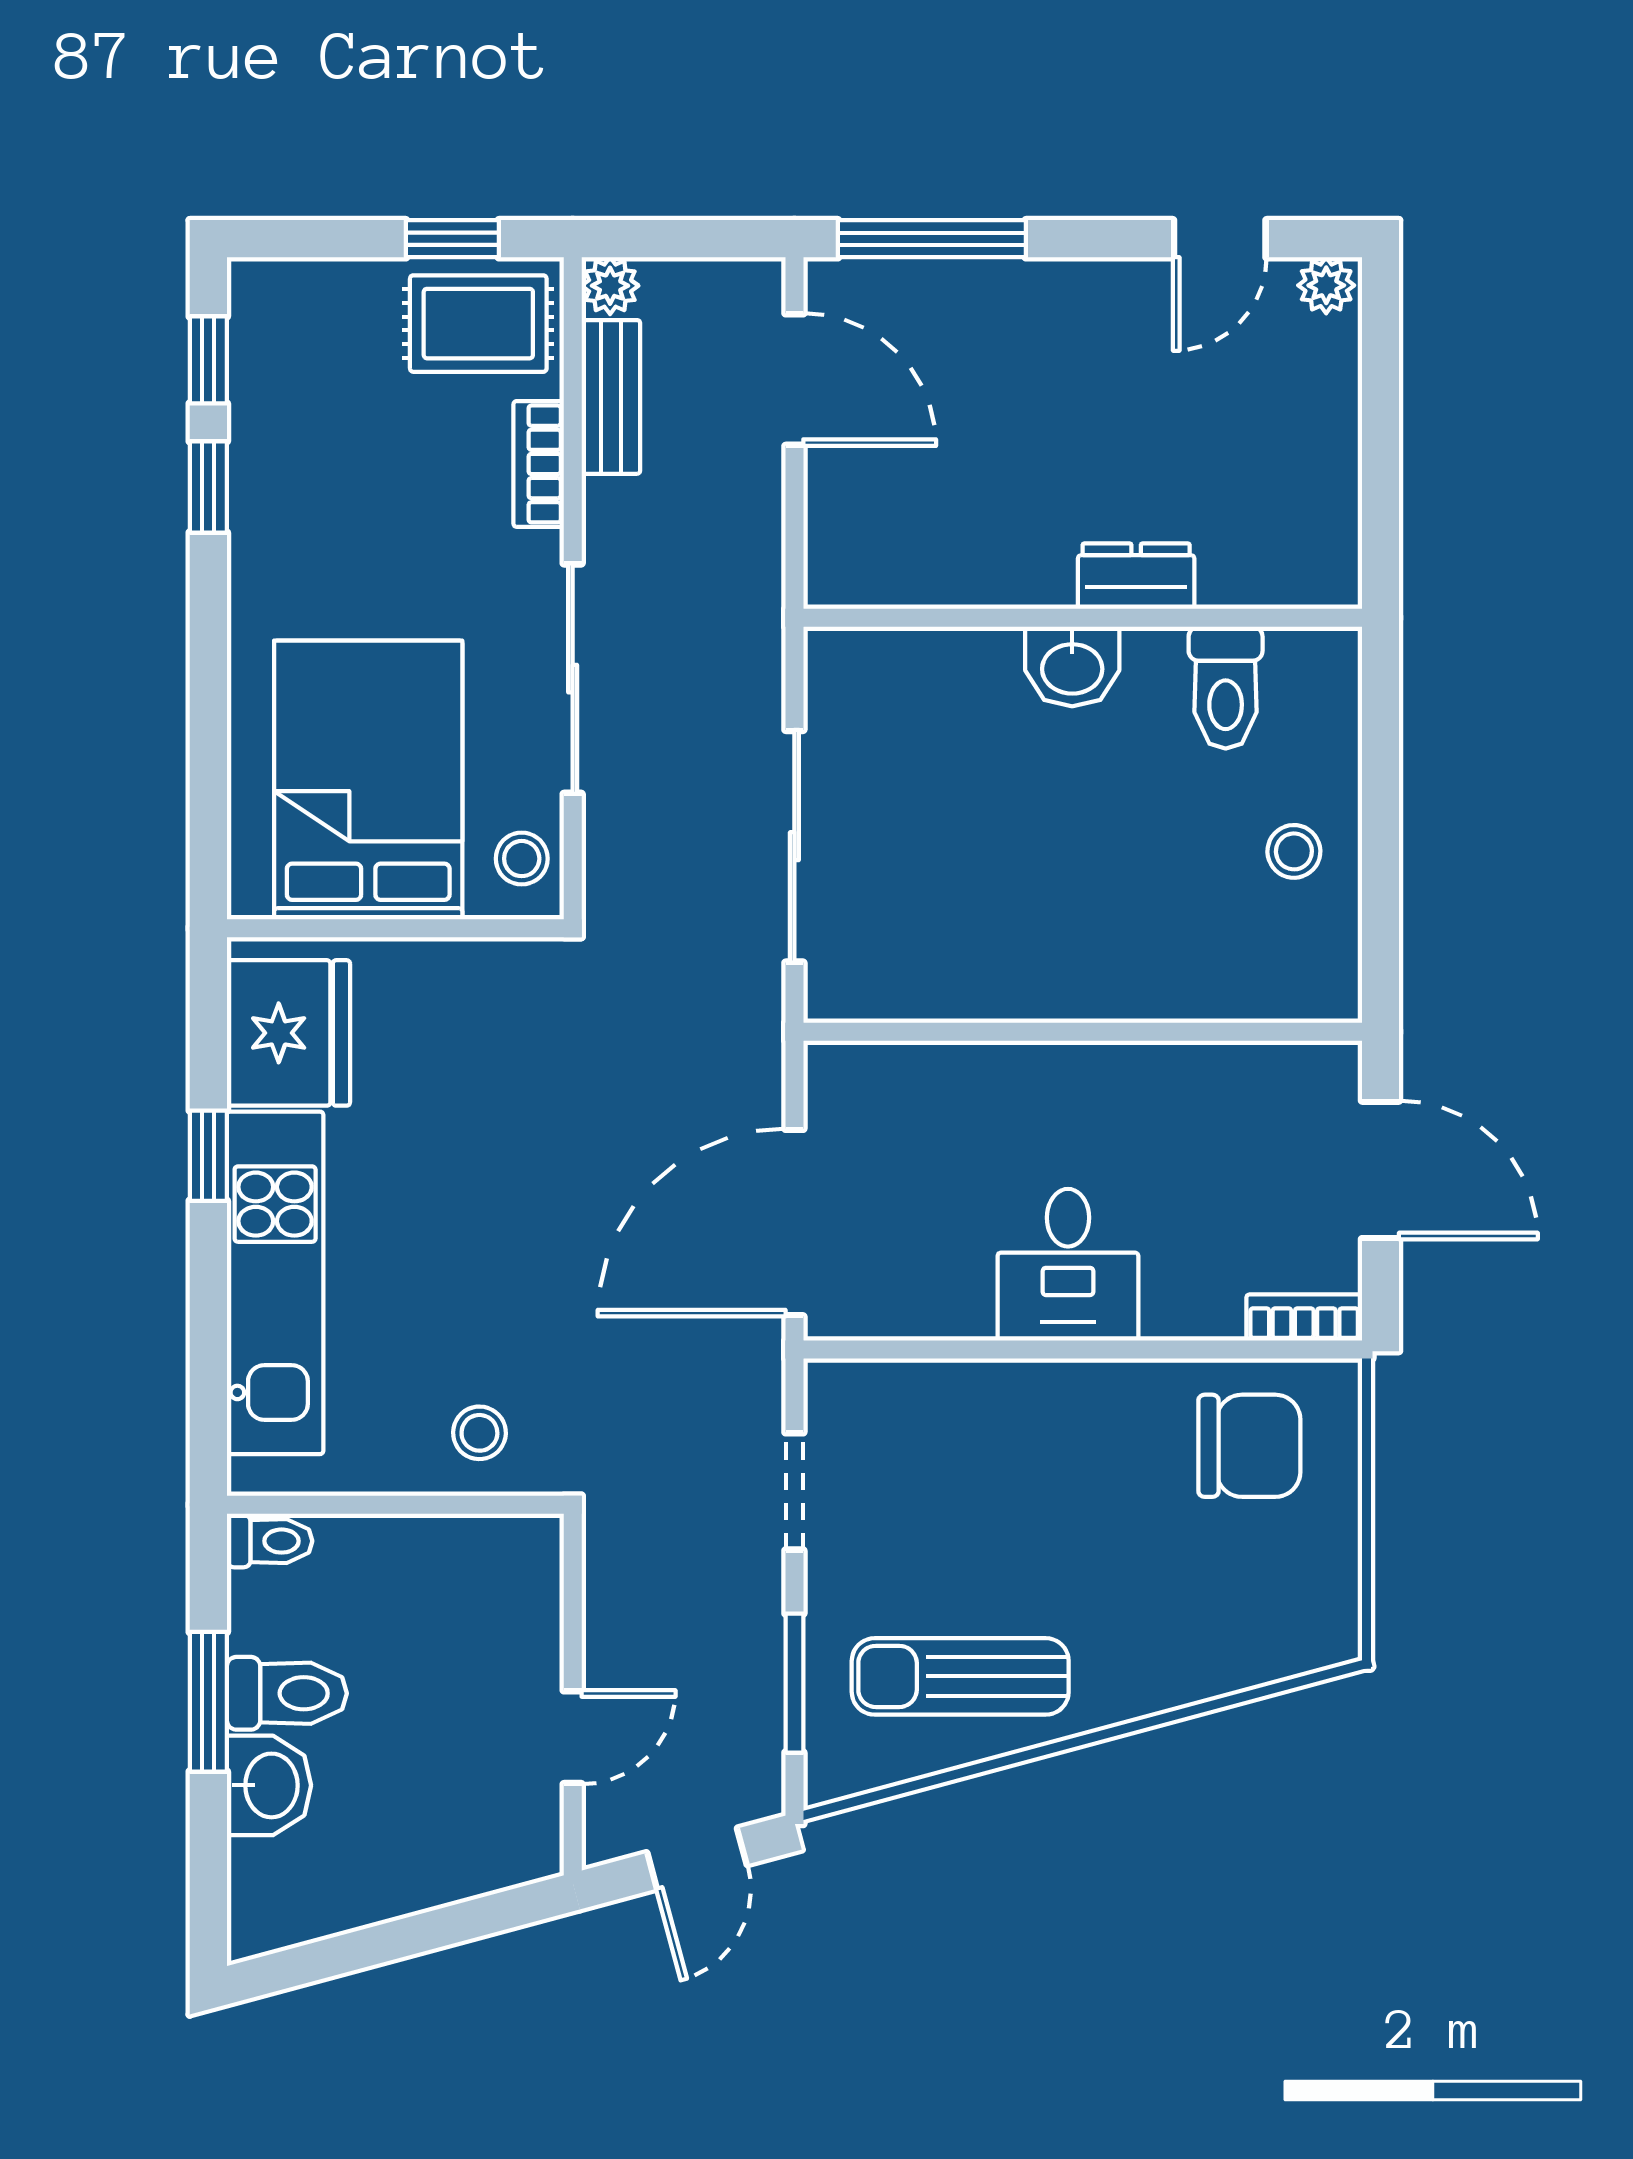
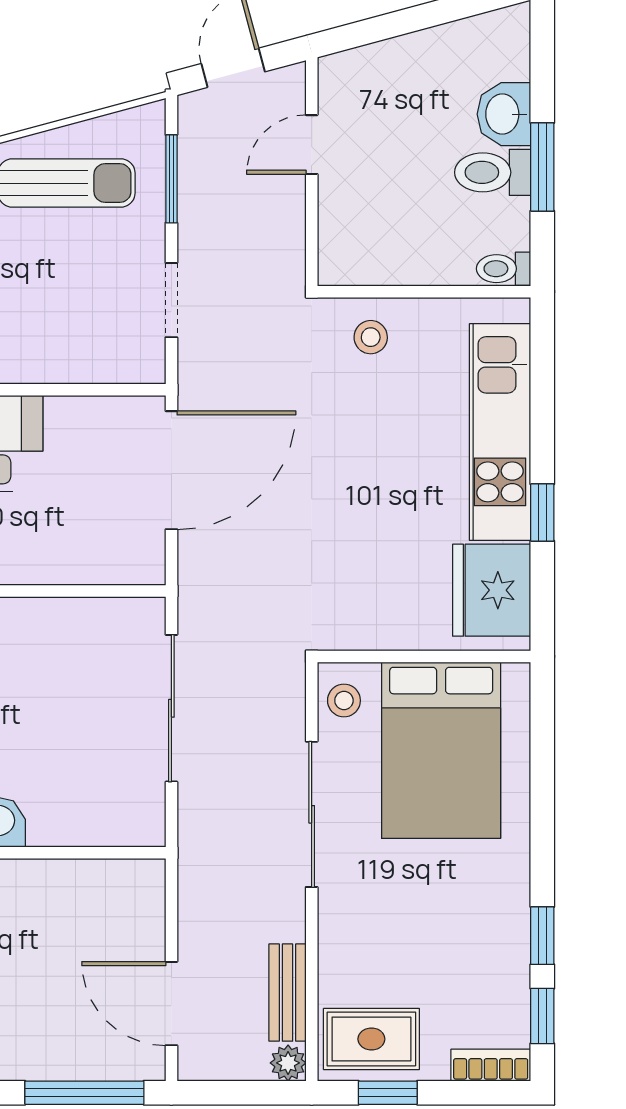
bookcase: (539, 464) -> (491, 1065), moved, turned -90

